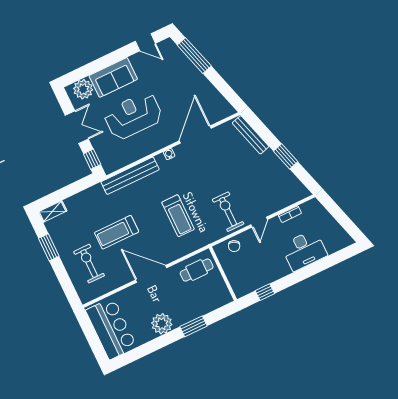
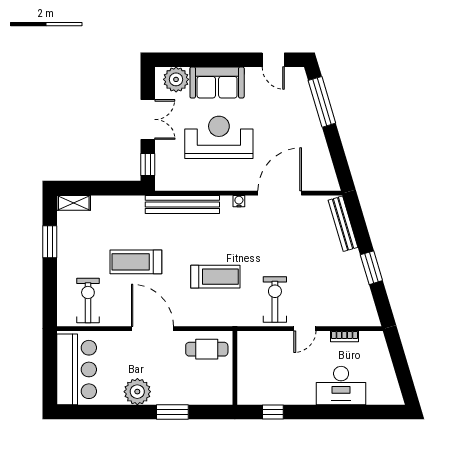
treadmill: (178, 216) -> (215, 277), turned -90
chair: (234, 246) -> (263, 342), removed
exercise bike: (89, 264) -> (88, 301), moved

